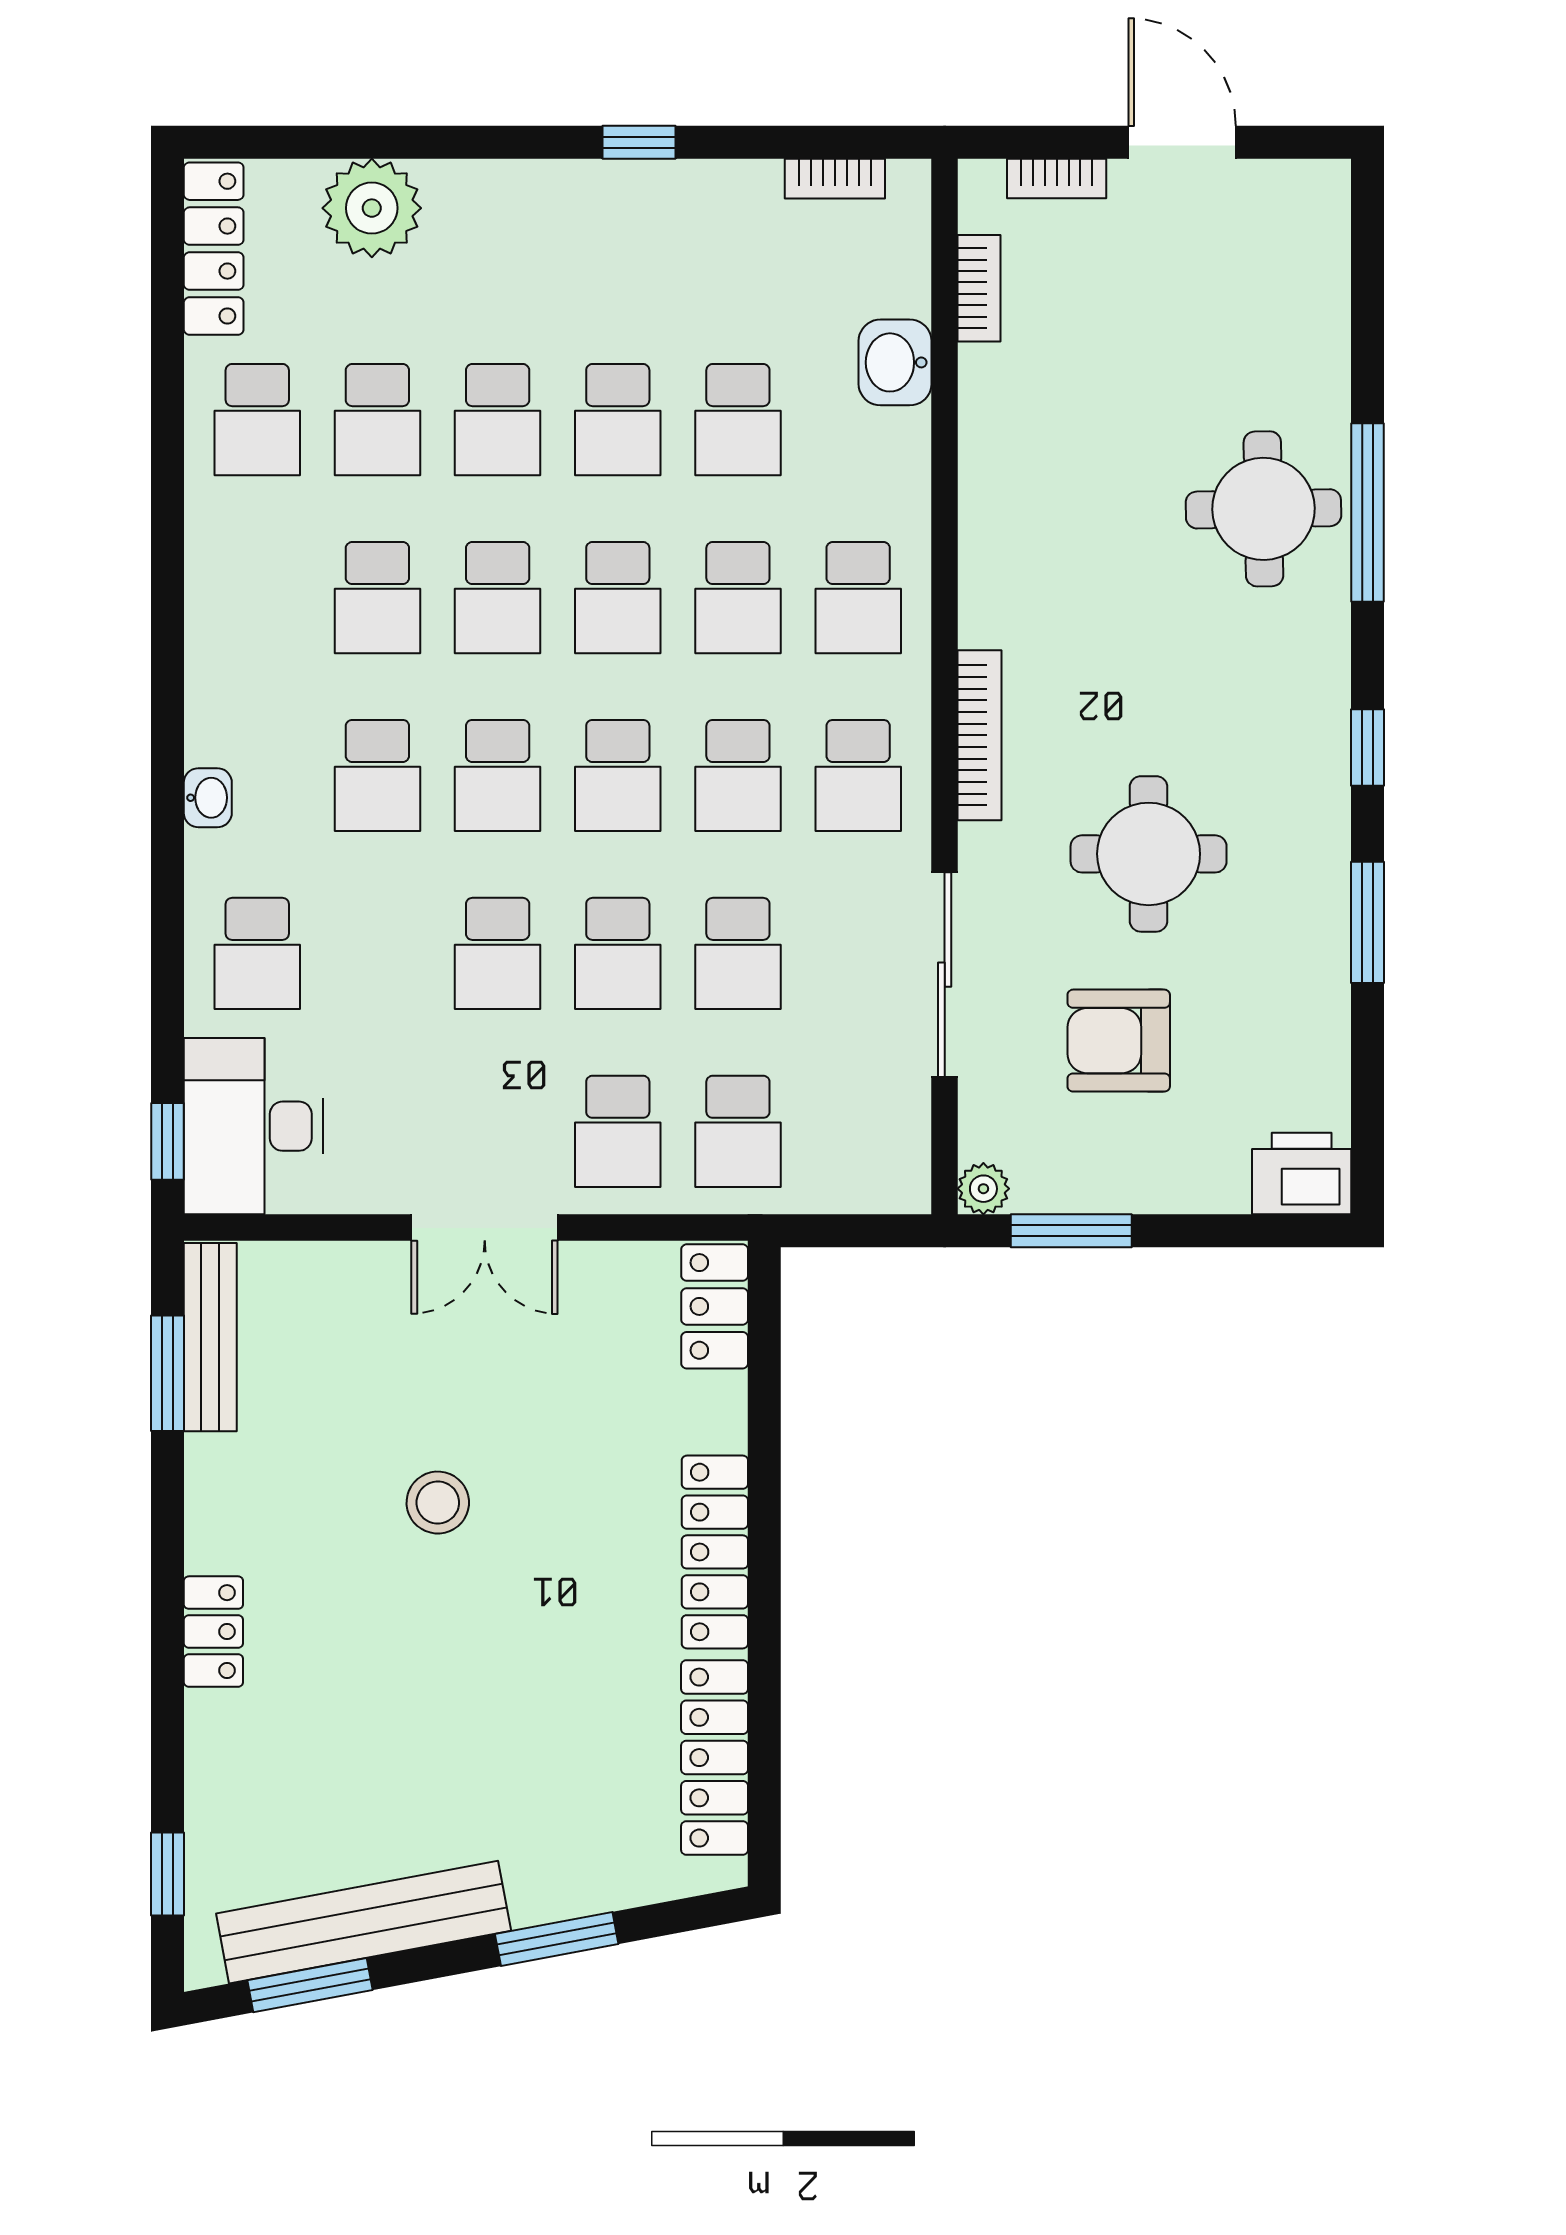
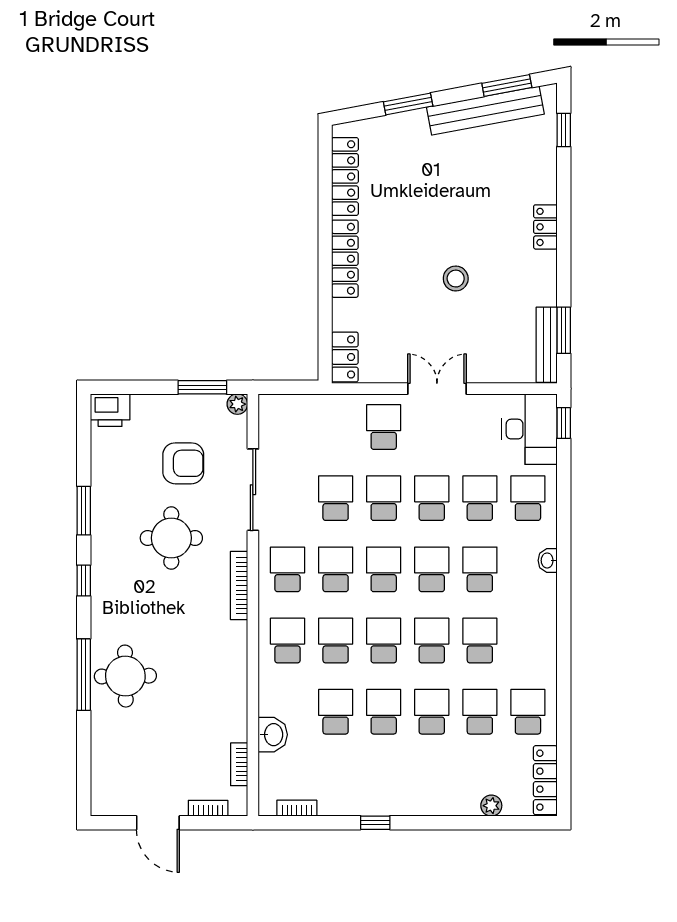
plant: (372, 208) -> (491, 806), width x0.53, depth x0.53
school desk: (738, 1131) -> (480, 498), moved

